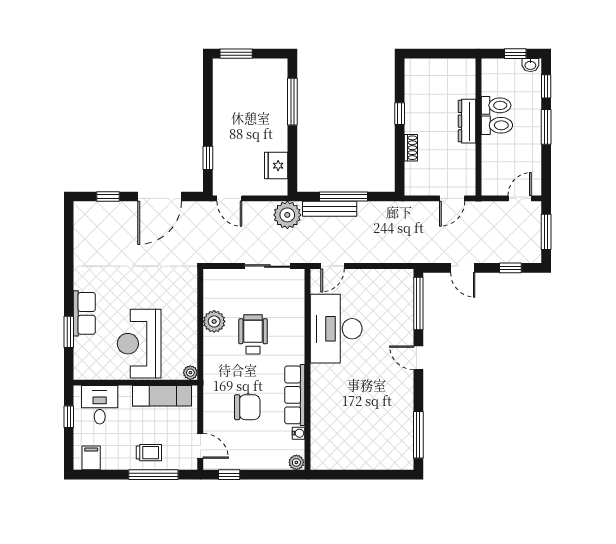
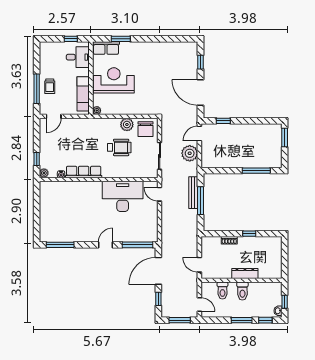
toilet: (496, 105) -> (222, 291), moved
fridge: (276, 166) -> (219, 161), removed
plant: (287, 215) -> (190, 153), moved
door: (463, 268) -> (158, 271), width x1.88
row of seats: (84, 313) -> (106, 48), moved
chair: (247, 407) -> (145, 129), moved
filing cabinet: (91, 458) -> (47, 52), removed
window: (229, 475) -> (37, 159), moved

